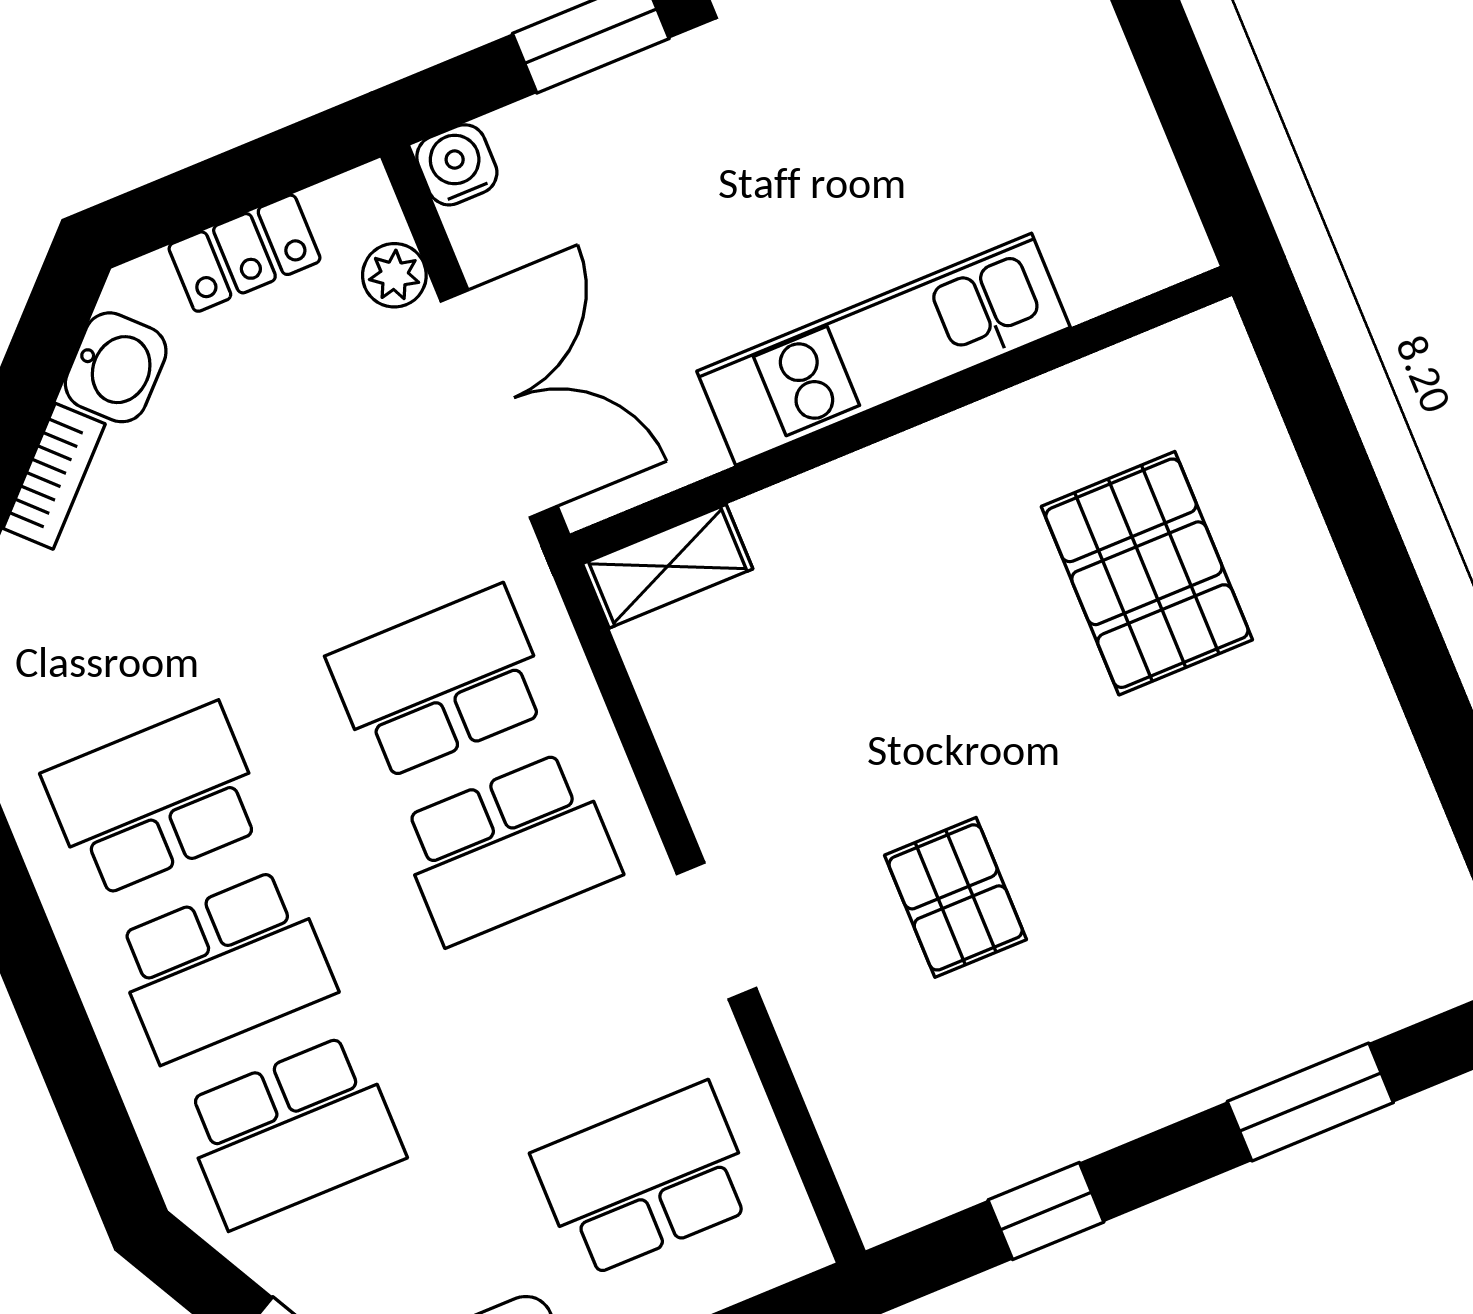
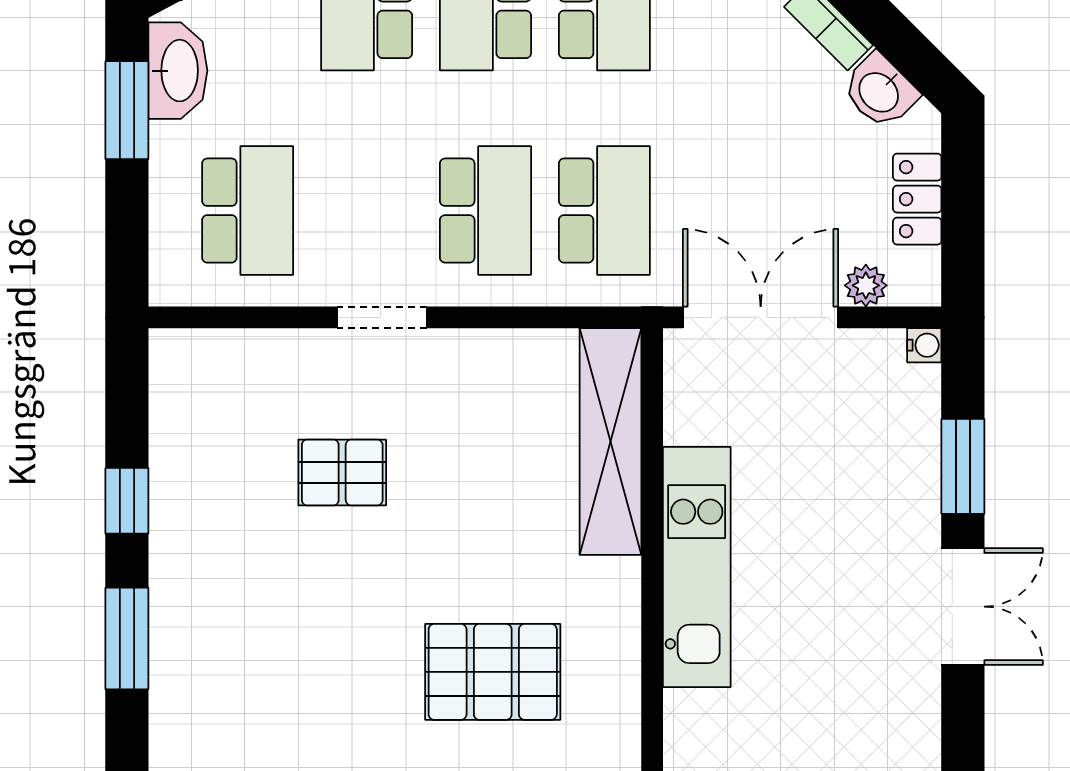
water cooler: (457, 165) -> (924, 345), width x0.72, depth x0.72
double door: (499, 404) -> (761, 317), swing flipped
shelving: (668, 566) -> (610, 441), width x2.20, depth x1.33
school desk: (508, 848) -> (485, 211), turned 180
window: (1046, 1211) -> (127, 501), moved

